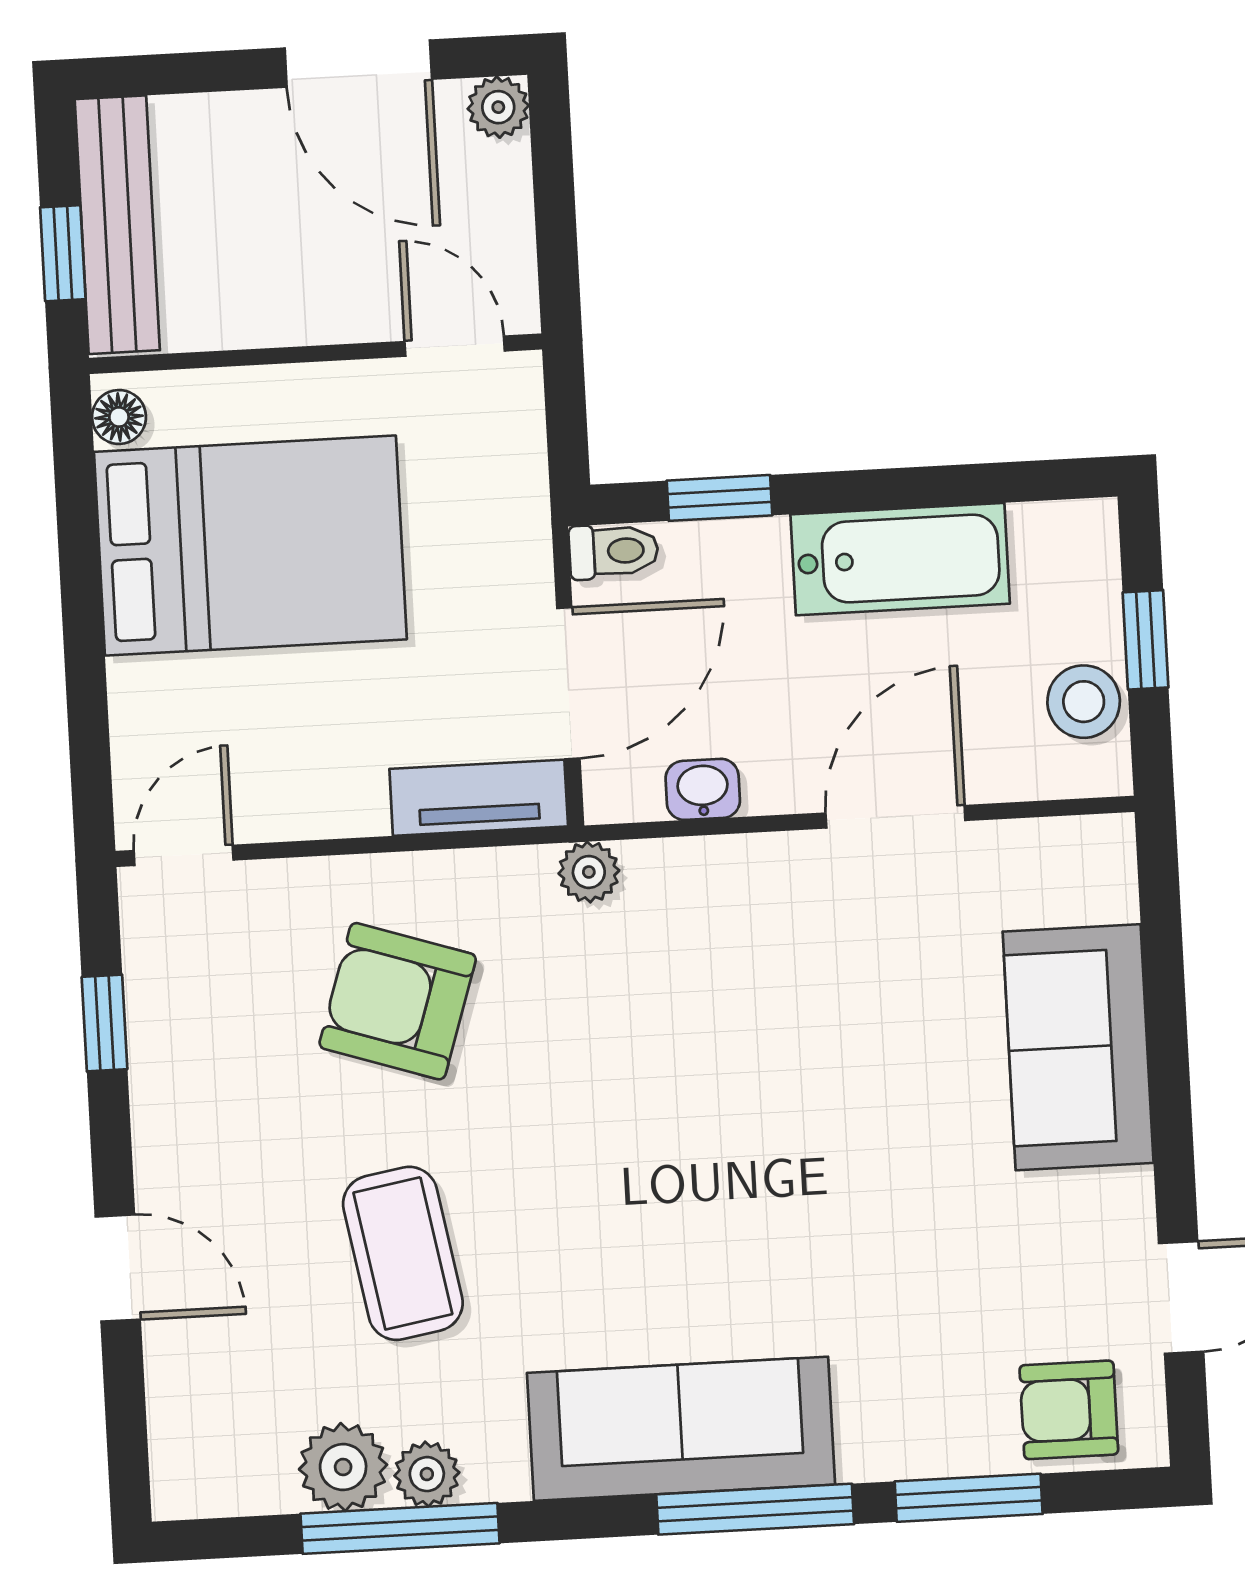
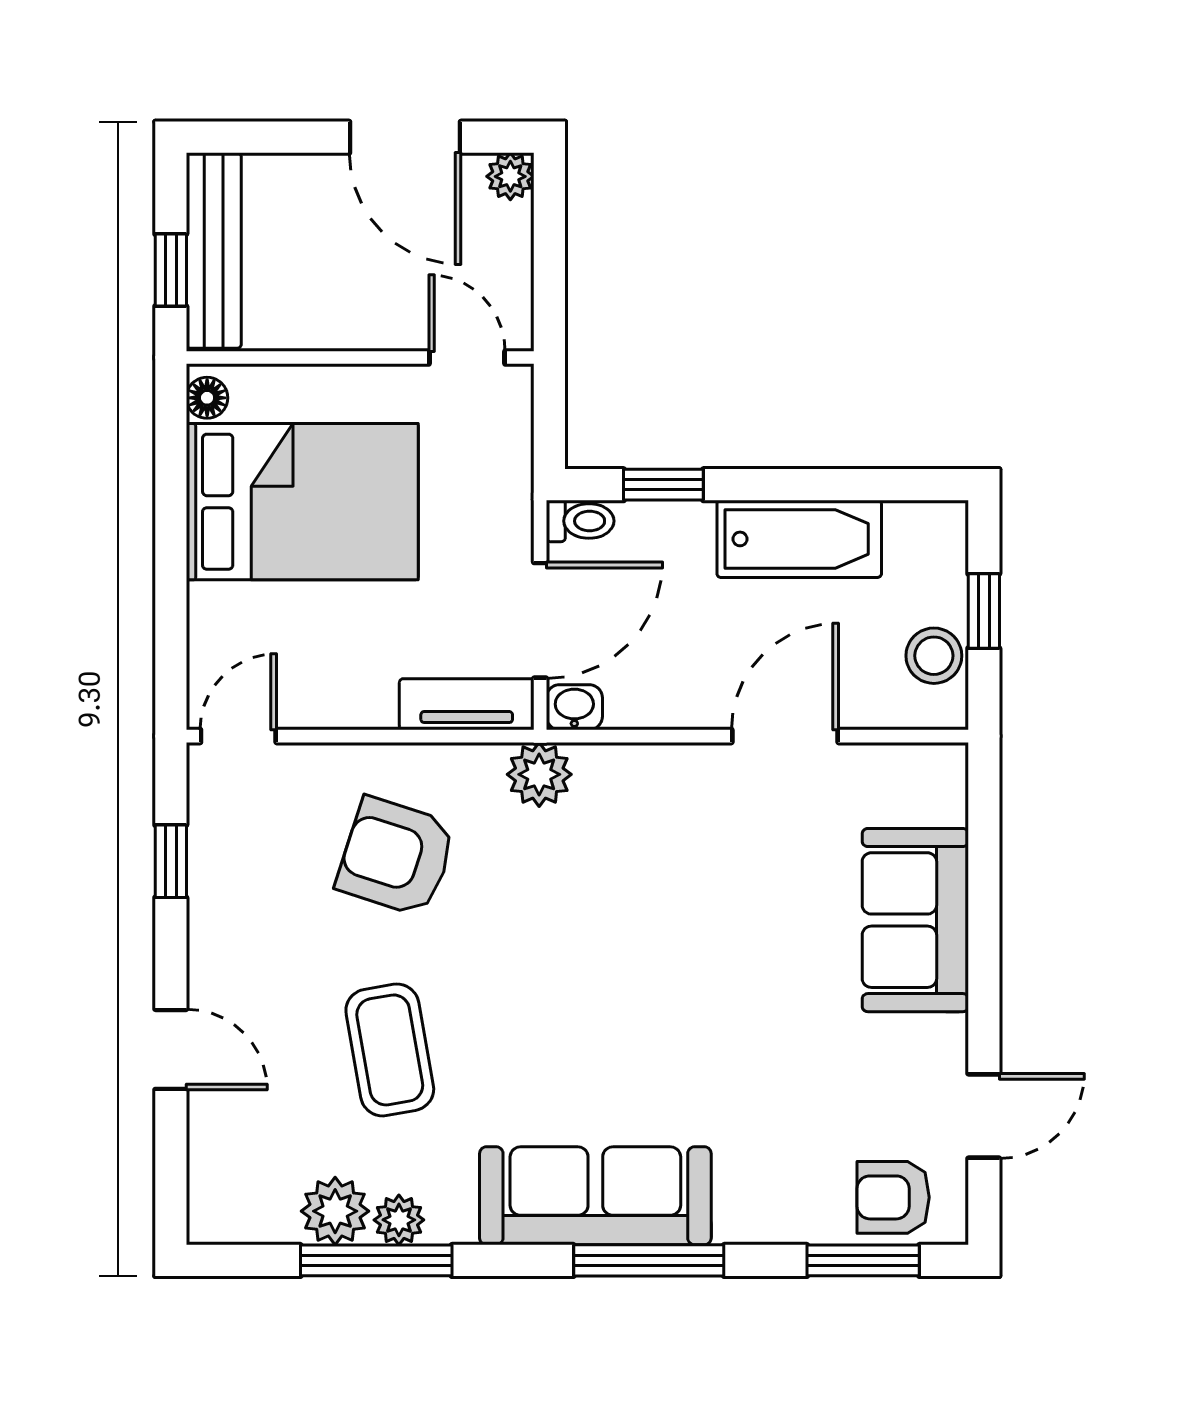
washbasin: (703, 789) -> (574, 707), moved
plant: (589, 872) -> (539, 774), width x1.38, depth x1.38
window: (969, 1498) -> (863, 1260), moved

